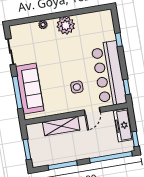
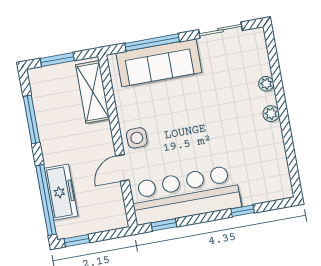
plant: (66, 25) -> (271, 114), width x0.53, depth x0.53
side table: (77, 87) -> (137, 138), moved
door: (92, 111) -> (122, 168), hinge flipped
freezer: (123, 125) -> (61, 192), moved, turned 90
shelving: (61, 126) -> (93, 92), moved

